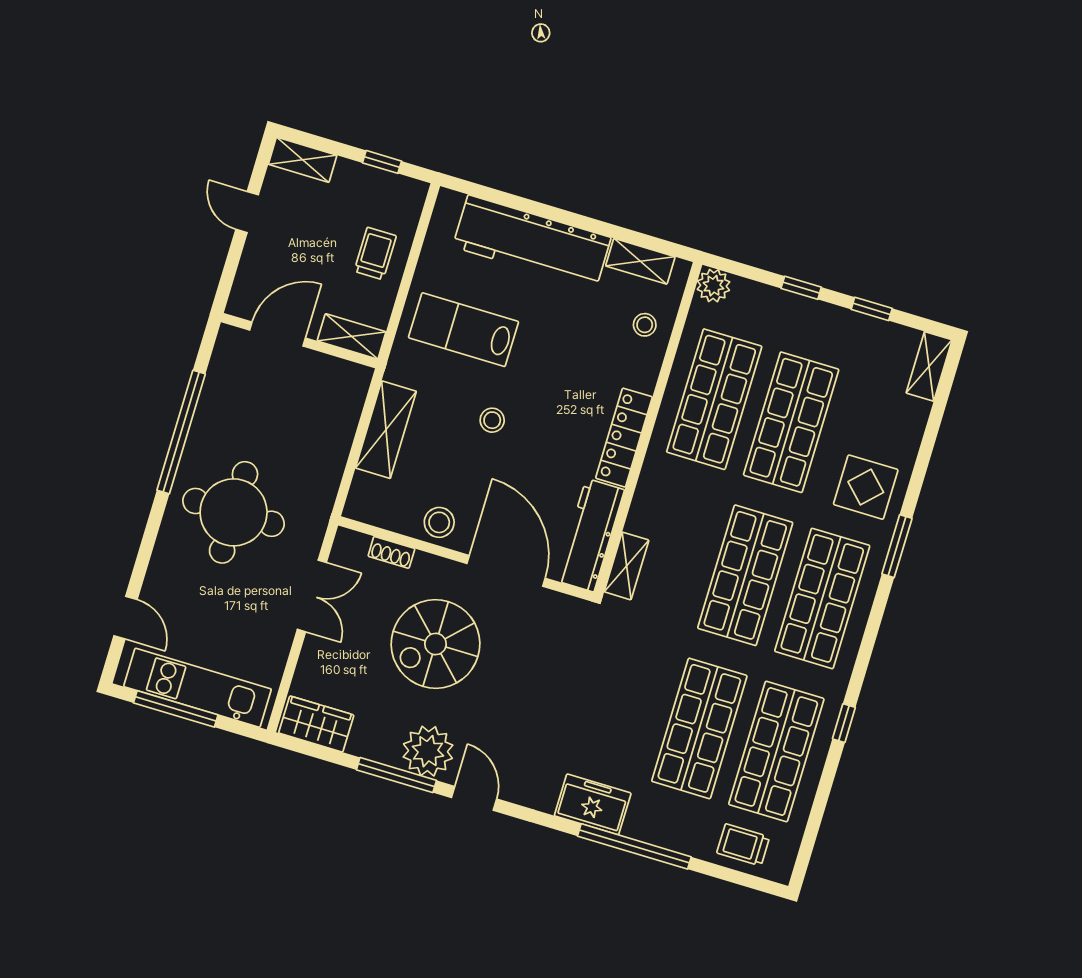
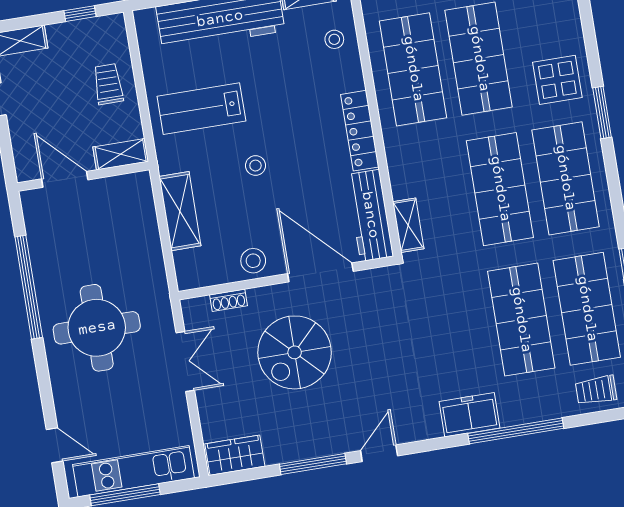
door: (278, 334) -> (65, 179), hinge flipped
plant: (428, 751) -> (328, 435), removed
door: (474, 798) -> (379, 453), hinge flipped

